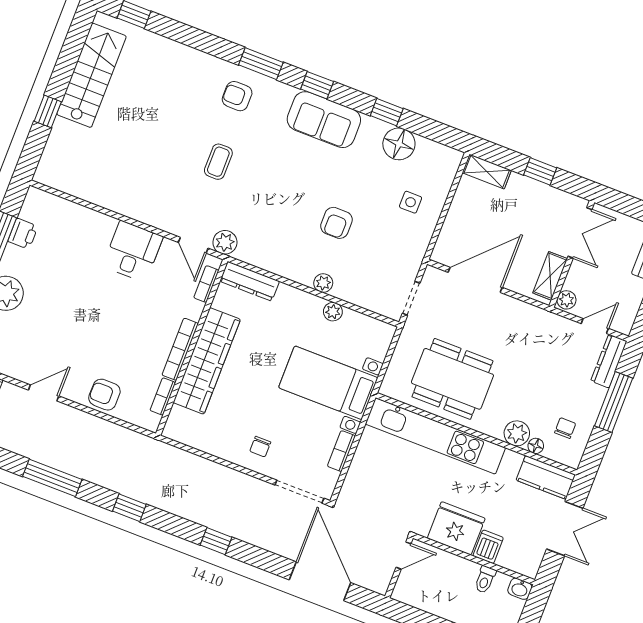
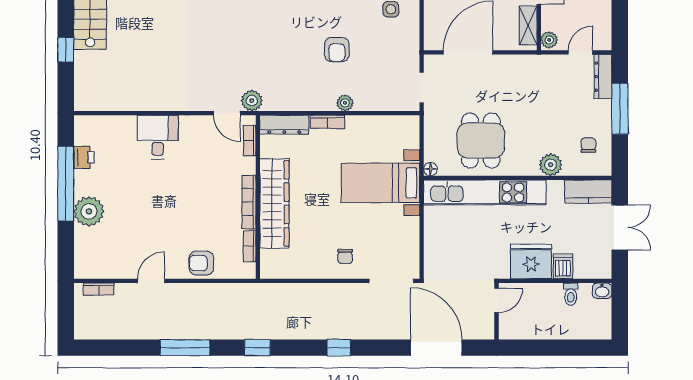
coffee table: (218, 162) -> (221, 37), removed
desk: (133, 251) -> (158, 137), moved
plant: (333, 312) -> (362, 123), removed
dining table: (452, 379) -> (481, 140), width x0.73
floor lamp: (536, 446) -> (430, 169), moved
bookcase: (341, 451) -> (327, 122), moved, turned -90

